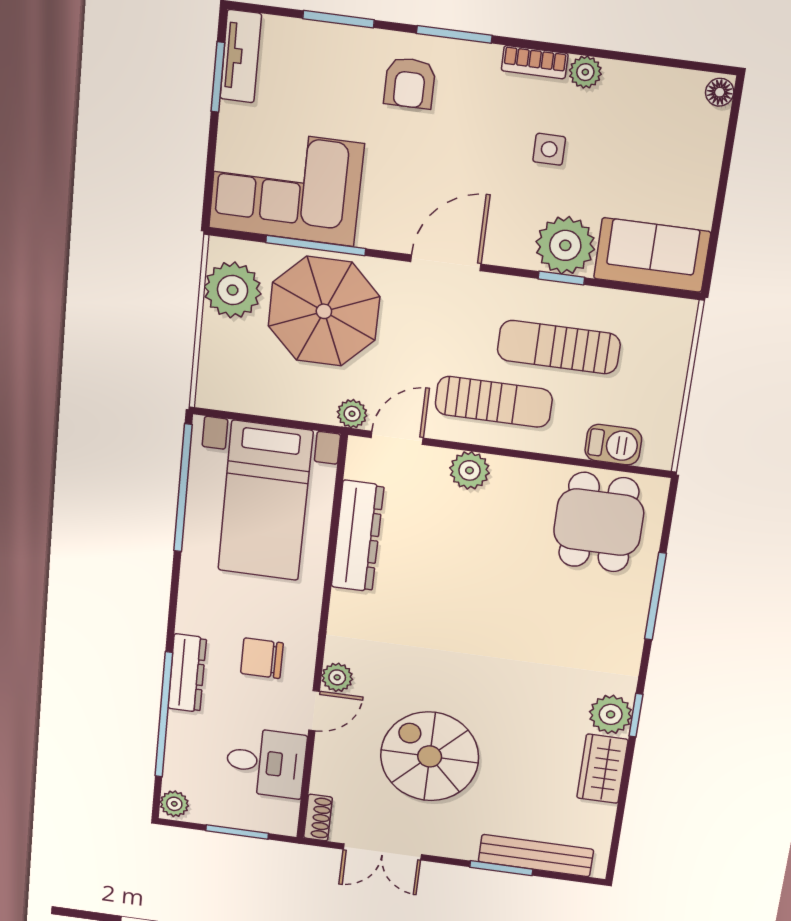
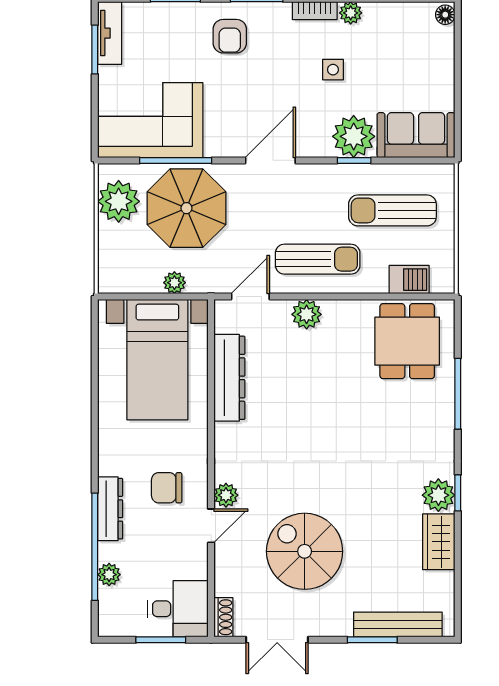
sun lounger: (559, 347) -> (392, 210), moved
plant: (352, 414) -> (174, 283), moved
window: (183, 488) -> (95, 358), removed
desk: (266, 763) -> (178, 609), moved
plant: (174, 804) -> (109, 575), moved

